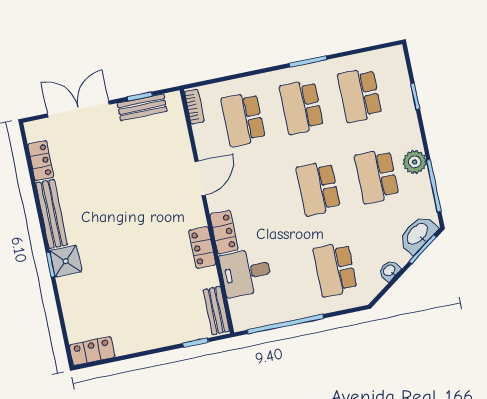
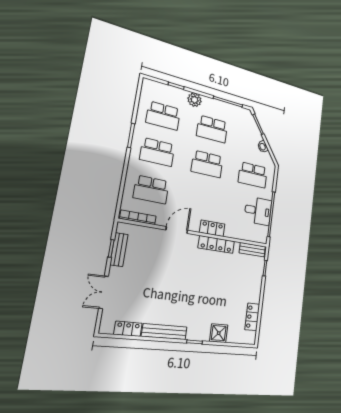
bookcase: (194, 107) -> (138, 217), width x1.56
double door: (78, 109) -> (103, 292), width x0.73
plant: (415, 162) -> (194, 100), moved
door: (200, 178) -> (177, 230), hinge flipped
washbasin: (418, 234) -> (250, 123), removed
locker: (202, 248) -> (216, 244), width x1.53
shower: (66, 261) -> (219, 333), moved
desk: (246, 272) -> (258, 211), moved, turned -90
locker: (92, 351) -> (252, 317), moved

